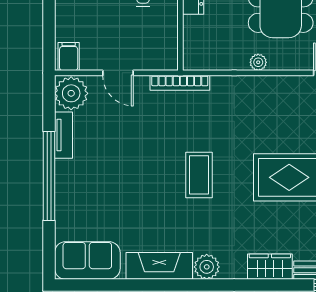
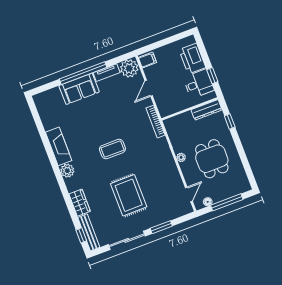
sofa: (87, 261) -> (79, 89), moved, turned 90

